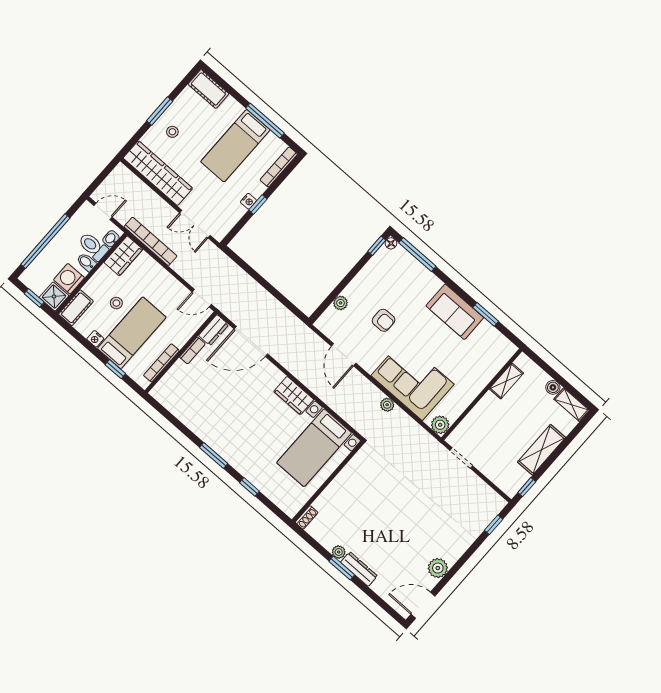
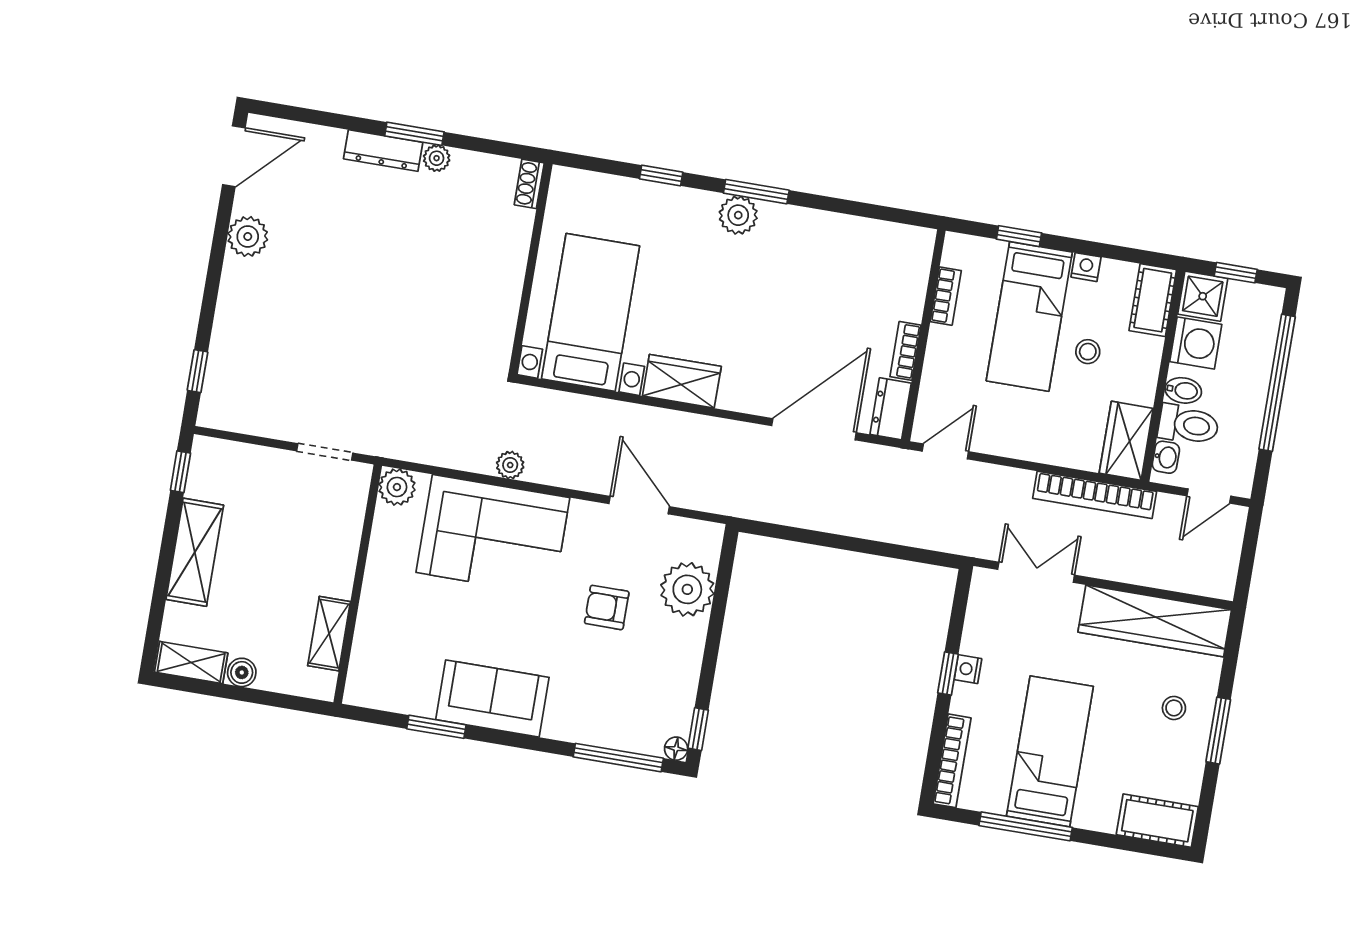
plant: (341, 303) -> (687, 589), width x1.87, depth x1.87
bookcase: (161, 363) -> (946, 296), width x0.64
plant: (227, 450) -> (738, 215), added

